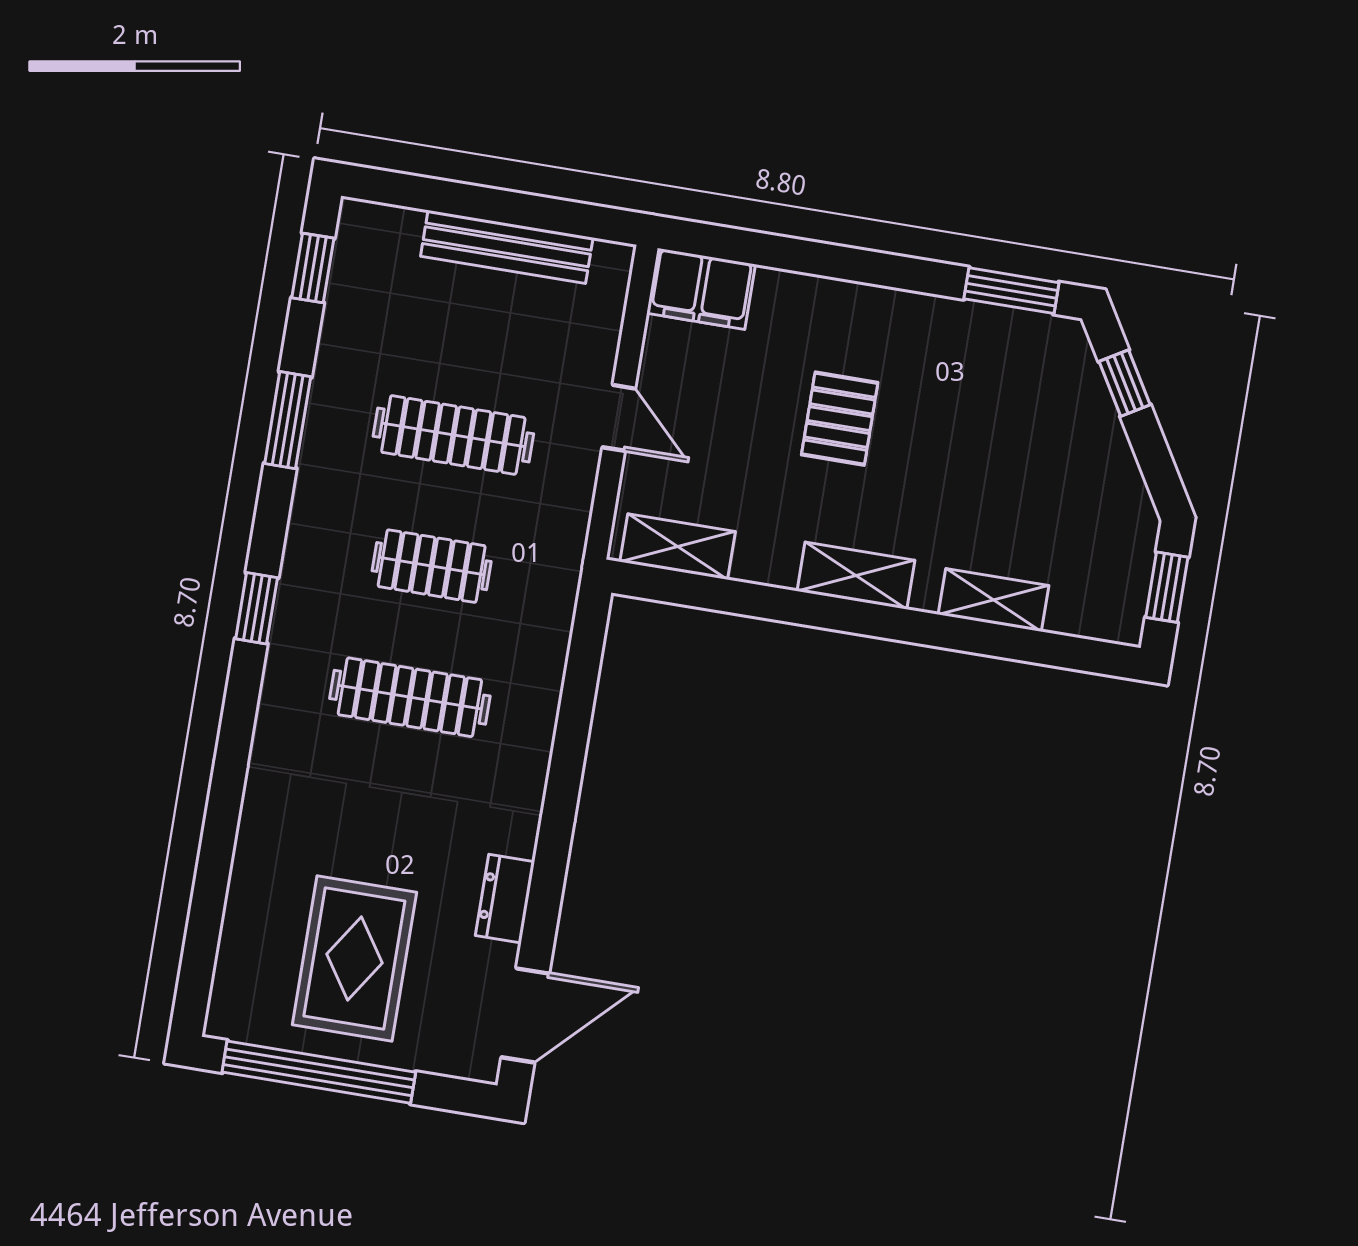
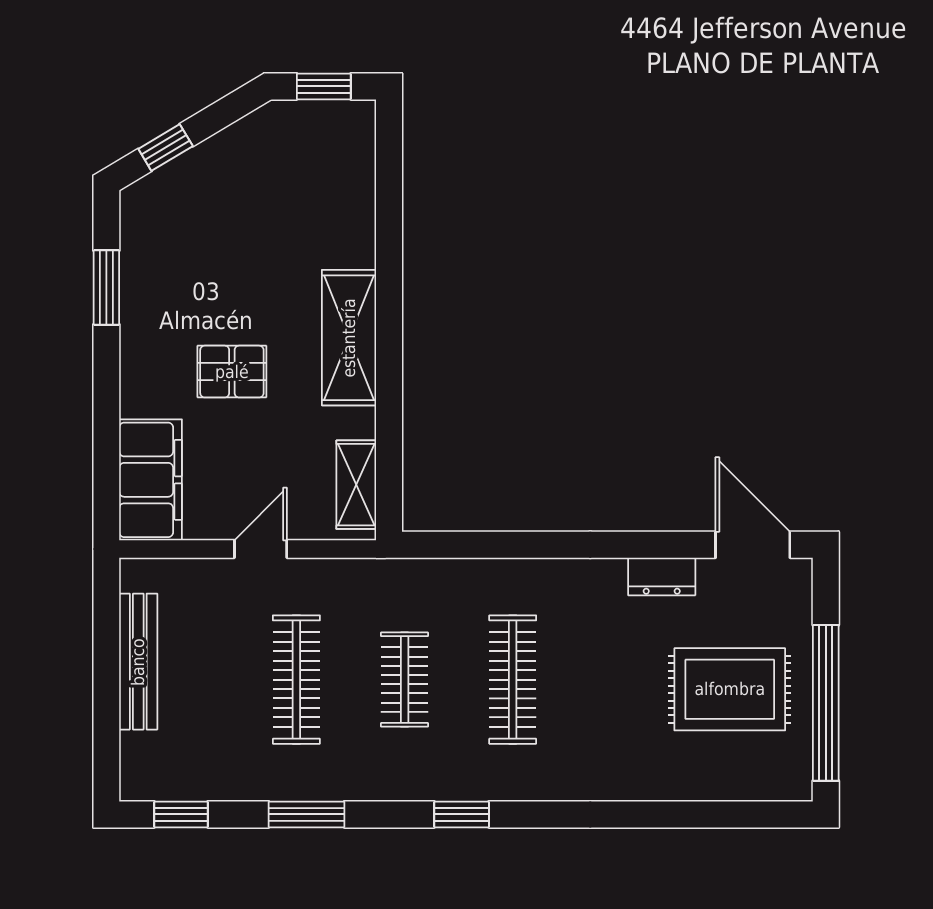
filing cabinet: (701, 289) -> (151, 480), width x1.50, depth x1.17
window: (1011, 291) -> (106, 287), moved
shelving: (856, 576) -> (349, 338), width x1.50, depth x1.33
shelving: (993, 600) -> (357, 224), removed

